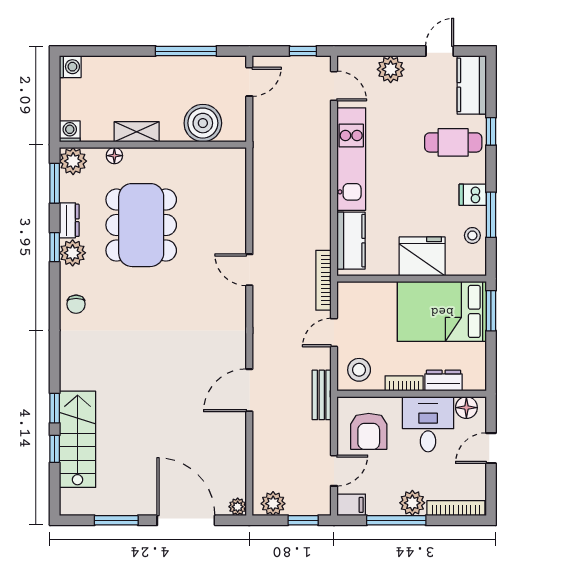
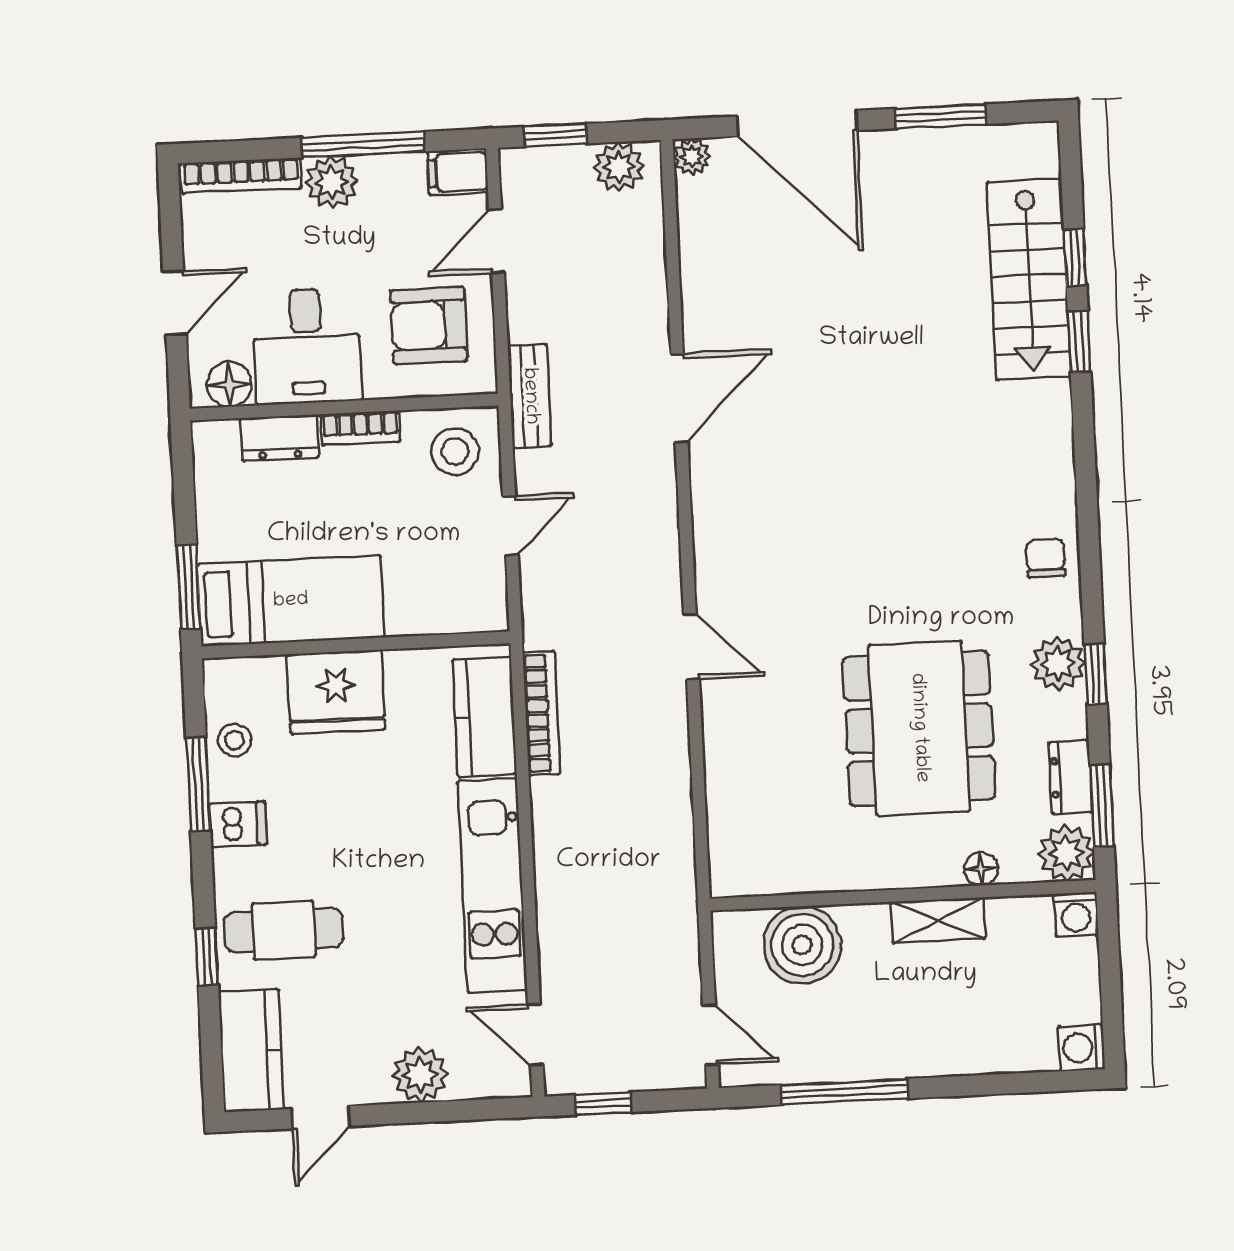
door: (249, 82) -> (710, 1035), swing flipped
dresser: (69, 220) -> (1070, 777), moved
bookcase: (323, 280) -> (541, 713), moved
bed: (442, 311) -> (291, 601), width x0.67
armchair: (369, 431) -> (429, 325), turned -90

